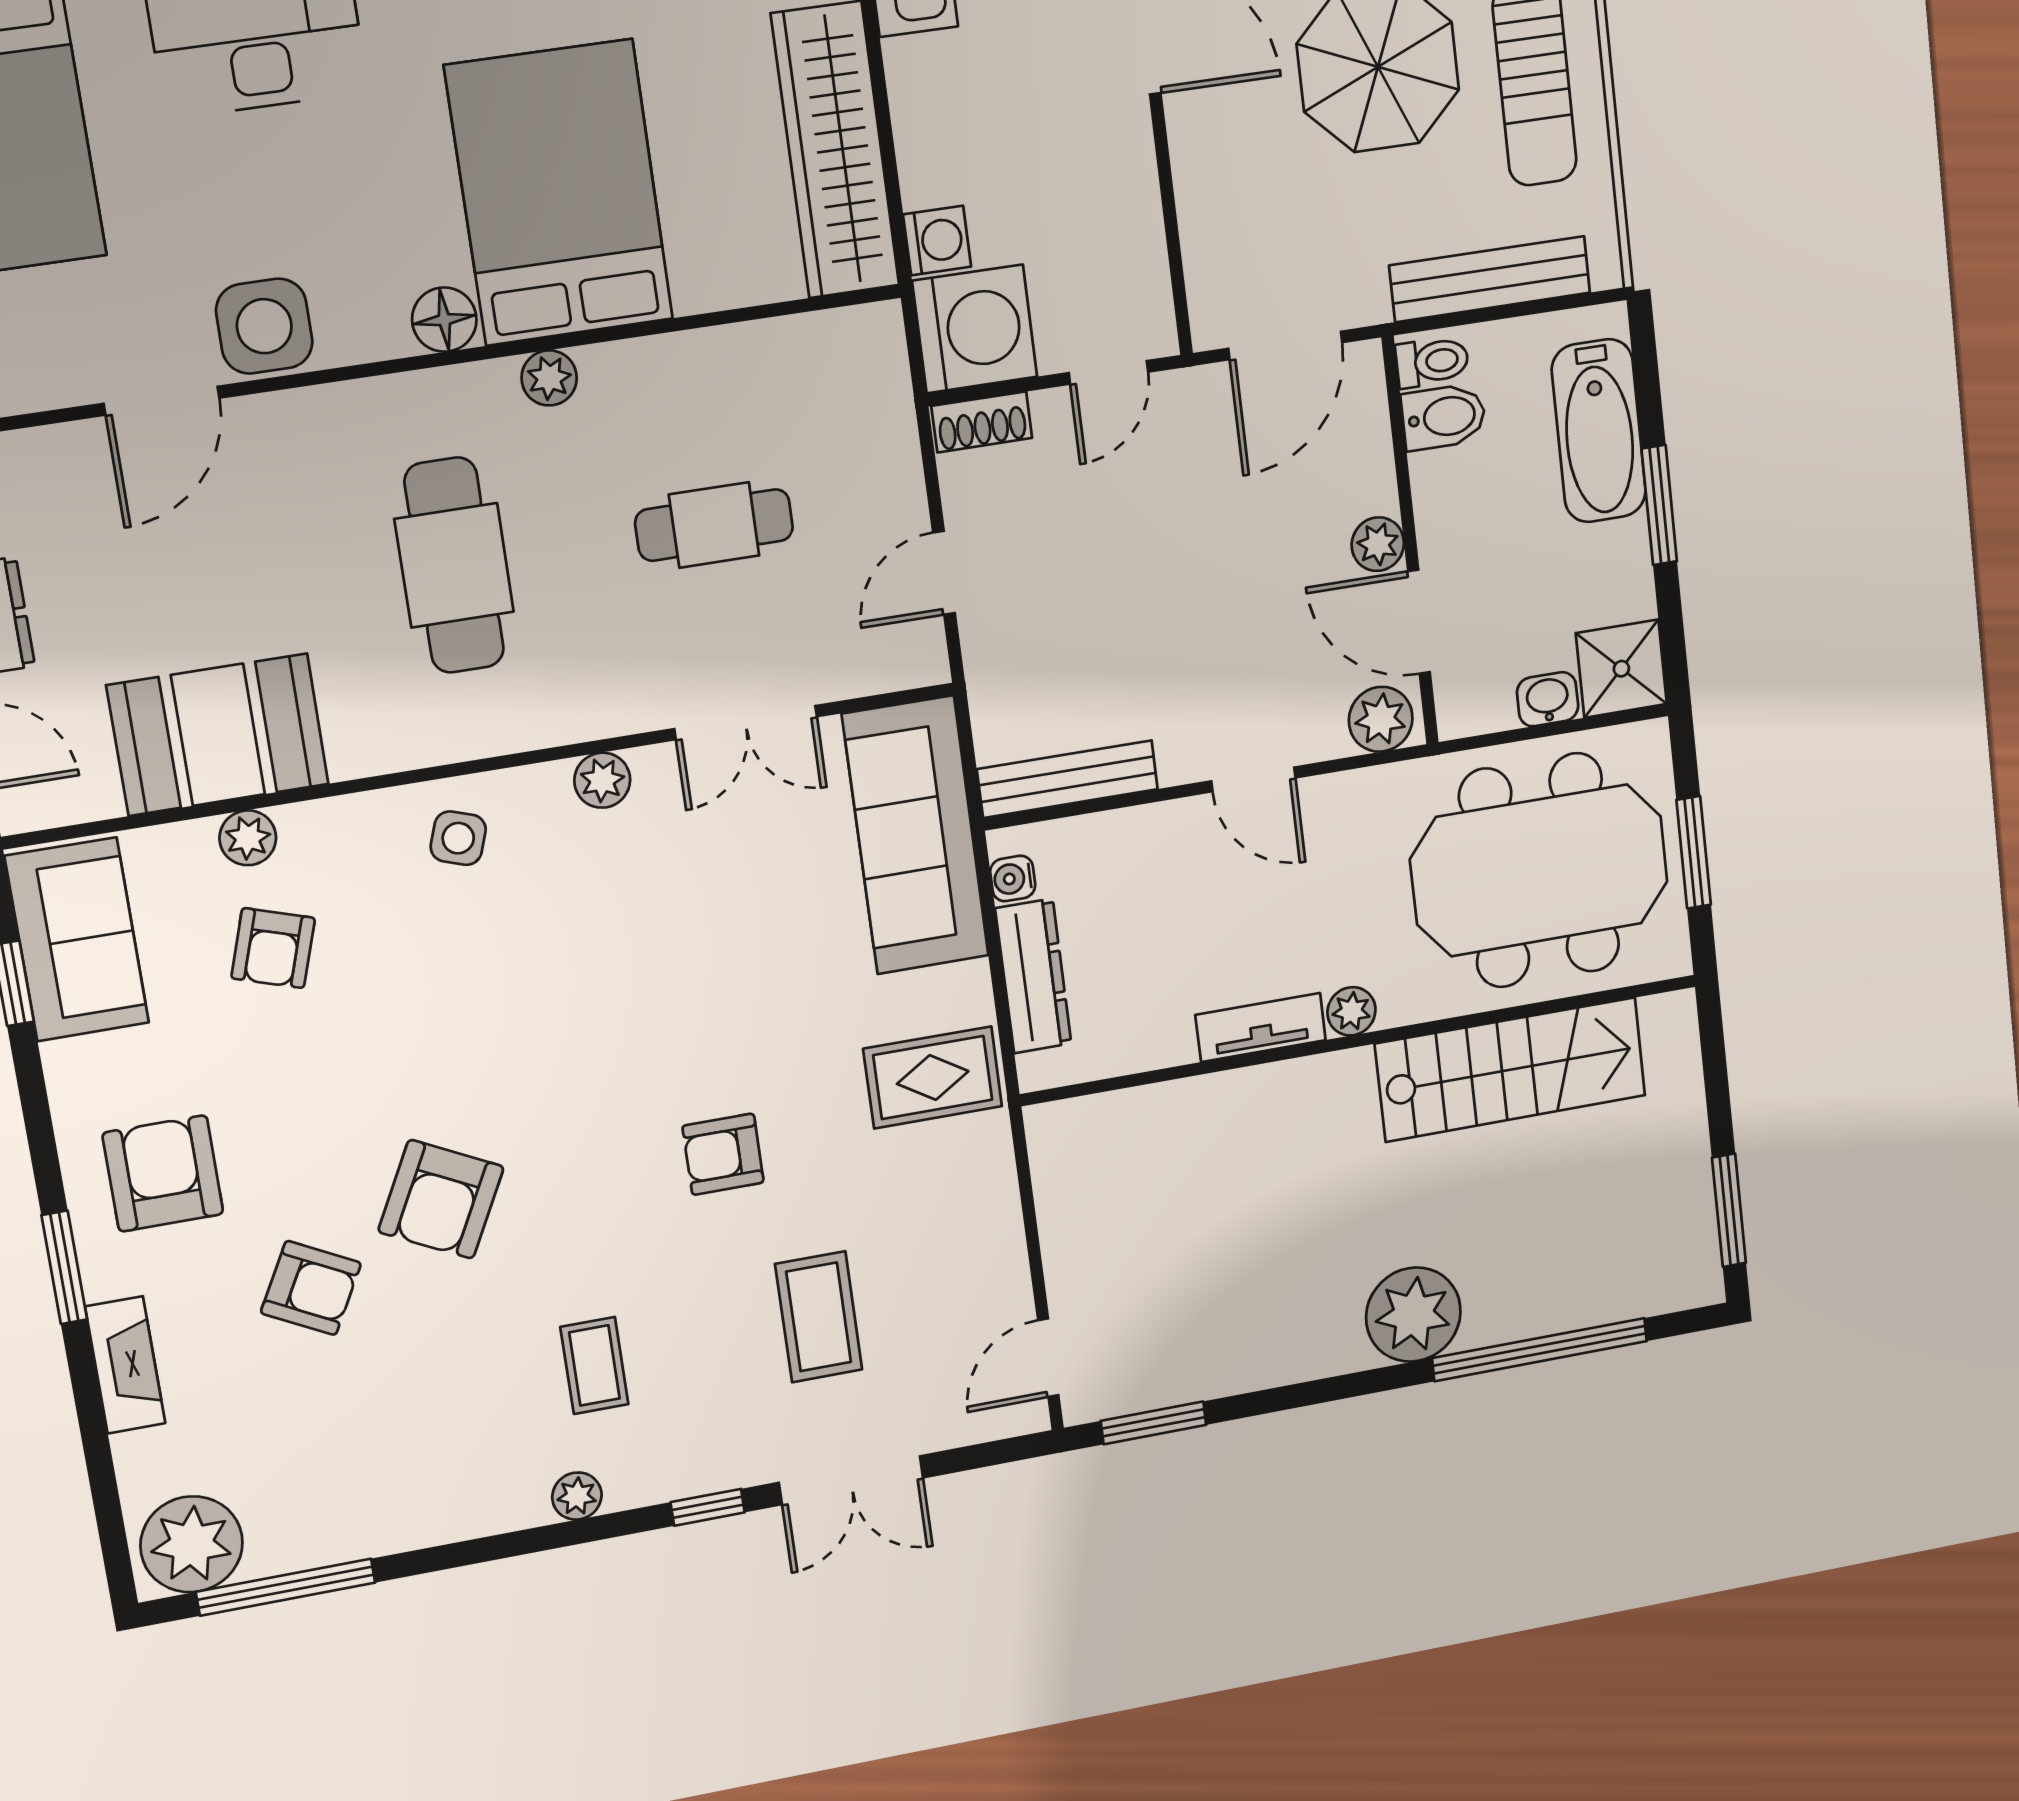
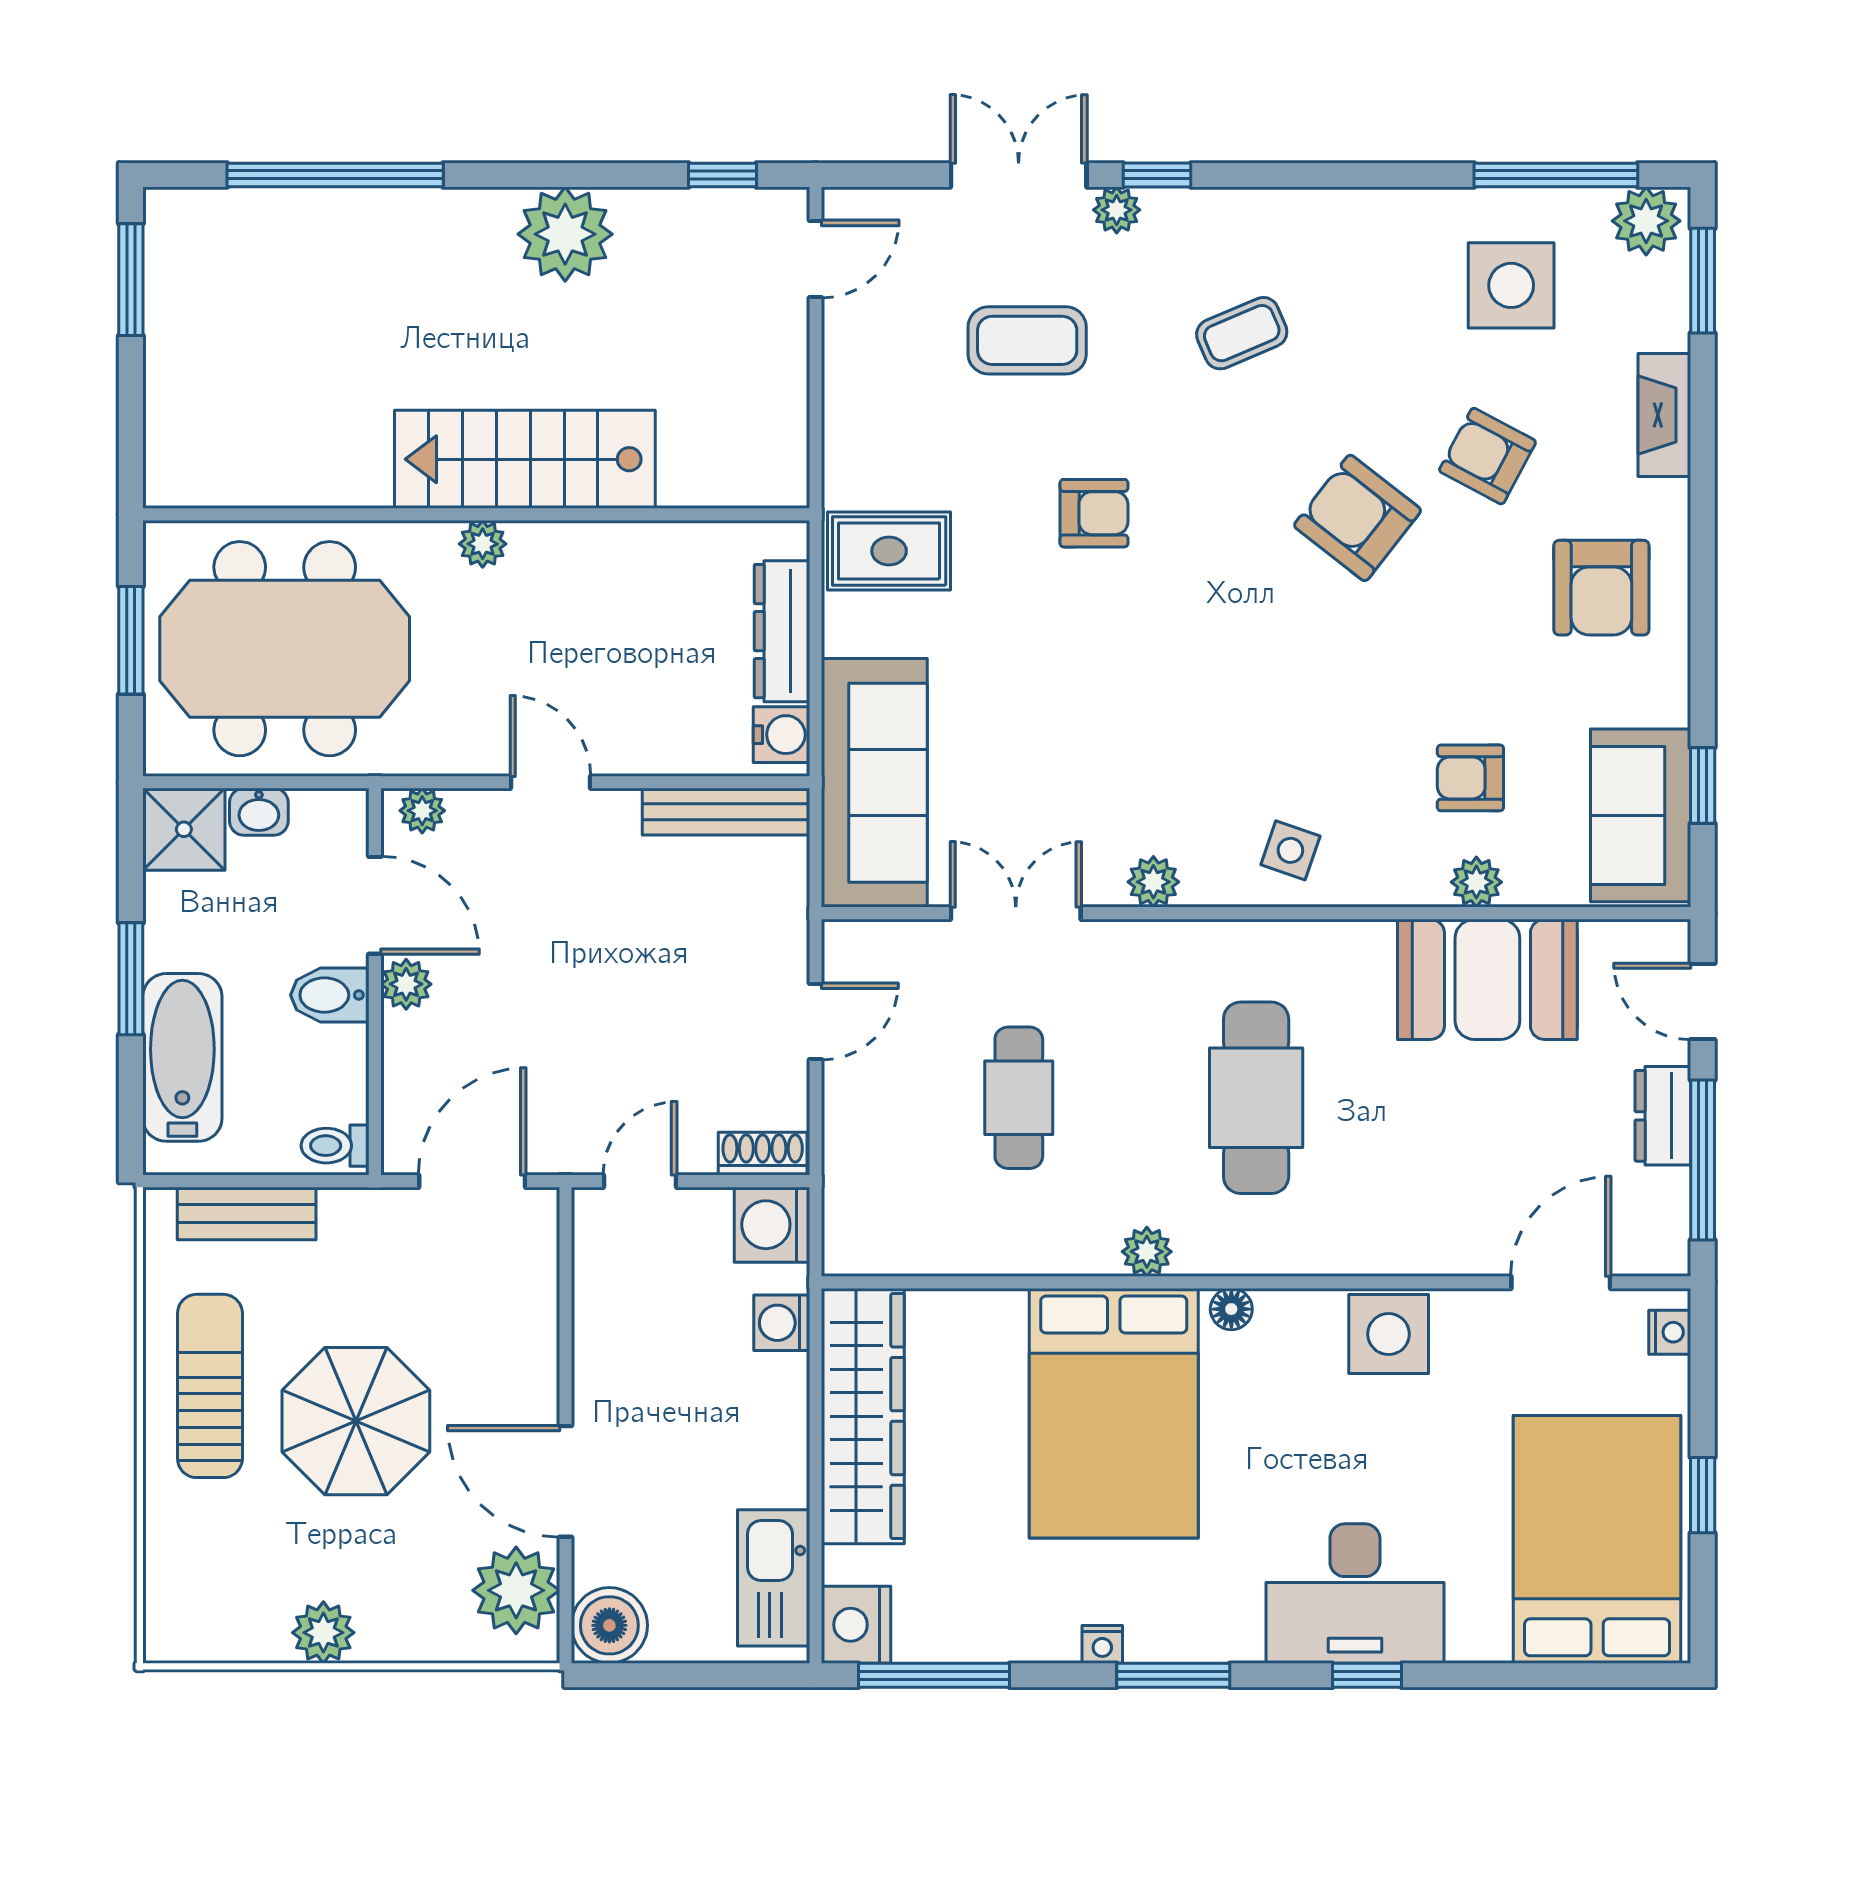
bench: (1490, 279) -> (247, 1213), width x0.73
floor lamp: (444, 320) -> (1231, 1309), width x0.73, depth x0.73
washing machine: (975, 329) -> (772, 1225), width x0.73, depth x0.73
door: (162, 401) -> (1561, 1282), moved
bidet: (1444, 417) -> (330, 995), moved
cafe table: (714, 525) -> (1019, 1098), turned 90
plant: (1381, 719) -> (422, 811), width x0.73, depth x0.73
water cooler: (1013, 878) -> (781, 735), width x1.38, depth x1.38
armchair: (273, 948) -> (1470, 778), turned -108
tv unit: (1261, 1027) -> (572, 544), removed
stairs: (1511, 1070) -> (525, 459), moved
armchair: (441, 1199) -> (1358, 518), turned -79
window: (64, 1267) -> (1703, 281), moved
plant: (1413, 1315) -> (565, 234), moved
coffee table: (819, 1317) -> (1027, 340), turned 90
coffee table: (594, 1366) -> (1242, 333), turned 67
window: (1154, 1423) -> (723, 175), width x0.67
side table: (315, 1467) -> (1511, 285), added
plant: (577, 1496) -> (1117, 210), moved
plant: (192, 1544) -> (1646, 221), width x0.73, depth x0.73

